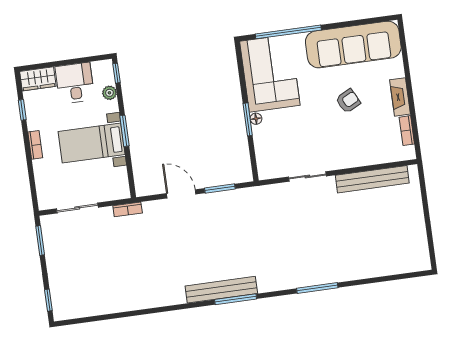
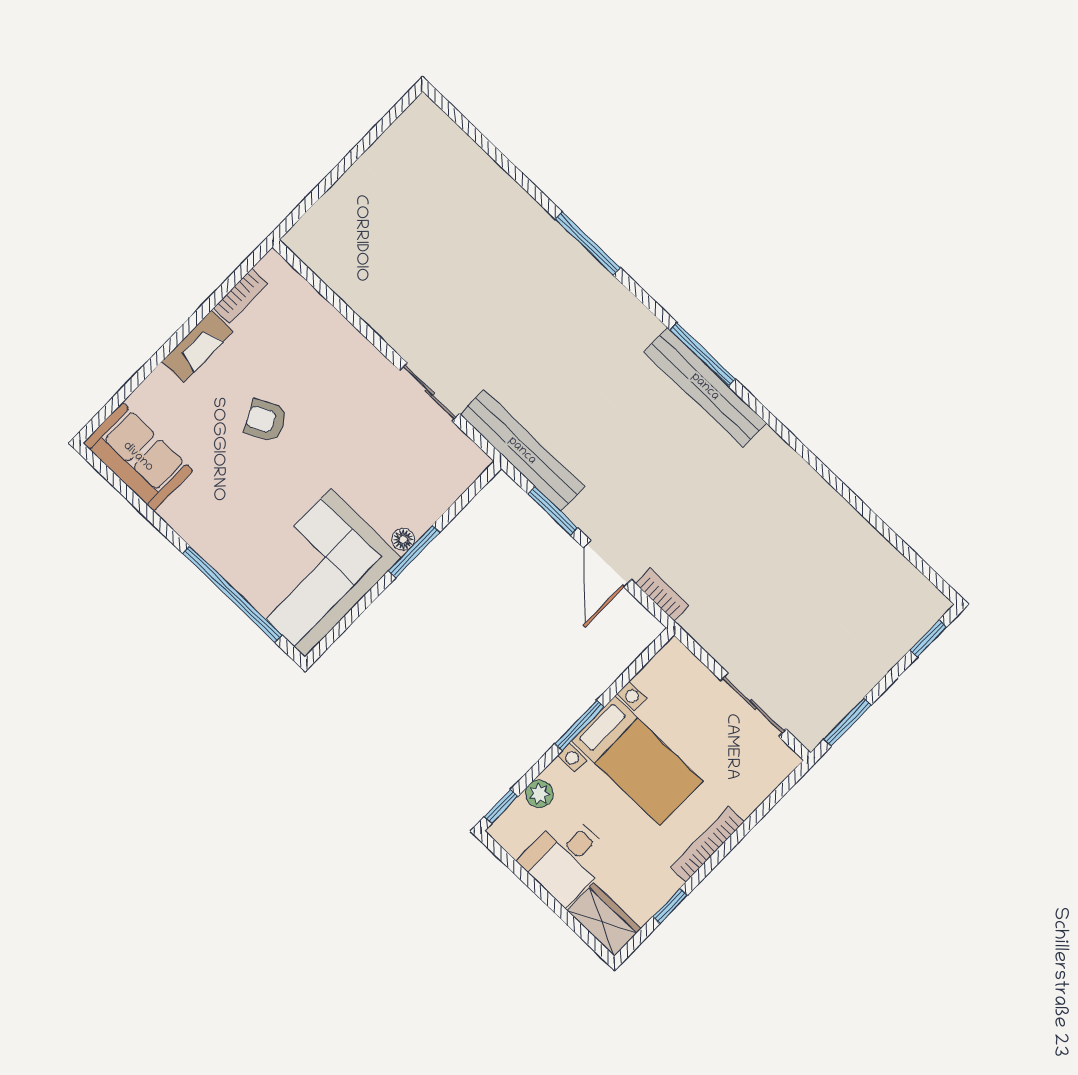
sofa: (353, 45) -> (138, 457), width x0.54, depth x0.79
bookcase: (35, 145) -> (708, 844), width x1.56
bench: (372, 179) -> (522, 451), moved
bookcase: (128, 209) -> (662, 595), moved

